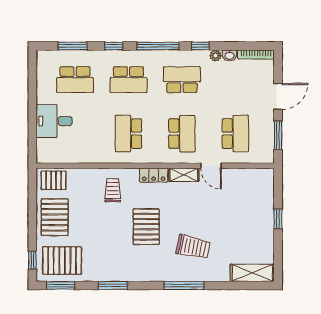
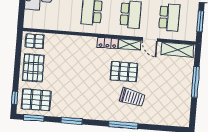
trolley: (113, 190) -> (77, 52), removed
window: (278, 219) -> (195, 82), width x2.17
pallet: (146, 227) -> (124, 72), moved, turned 90
shelving: (252, 273) -> (177, 50), moved

